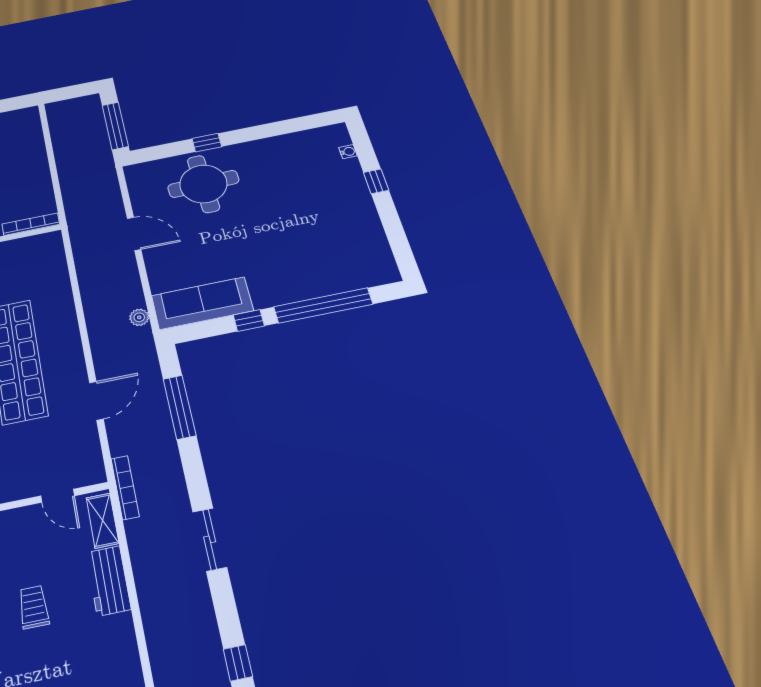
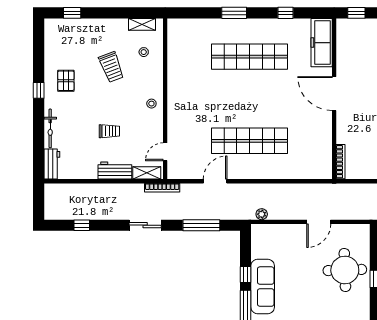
sofa: (202, 303) -> (263, 287), moved
door: (96, 401) -> (215, 181), swing flipped
sliding door: (210, 539) -> (145, 225), moved
window: (238, 663) -> (82, 225), moved

